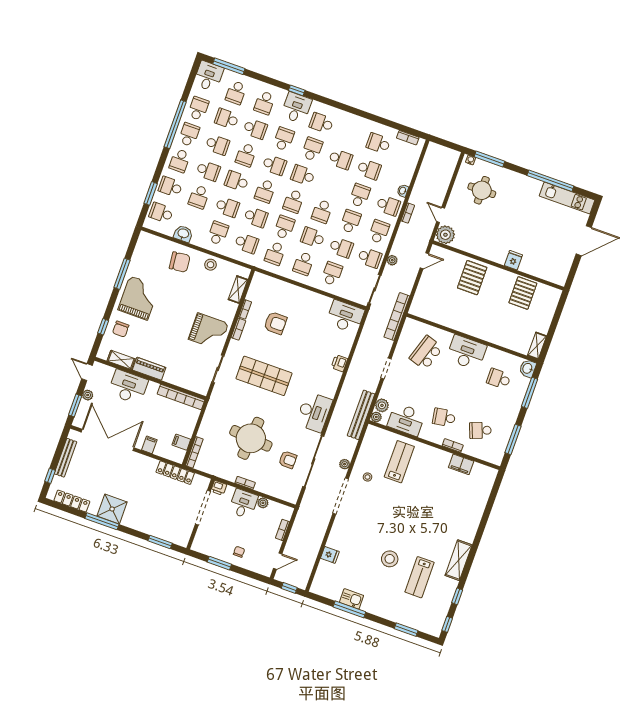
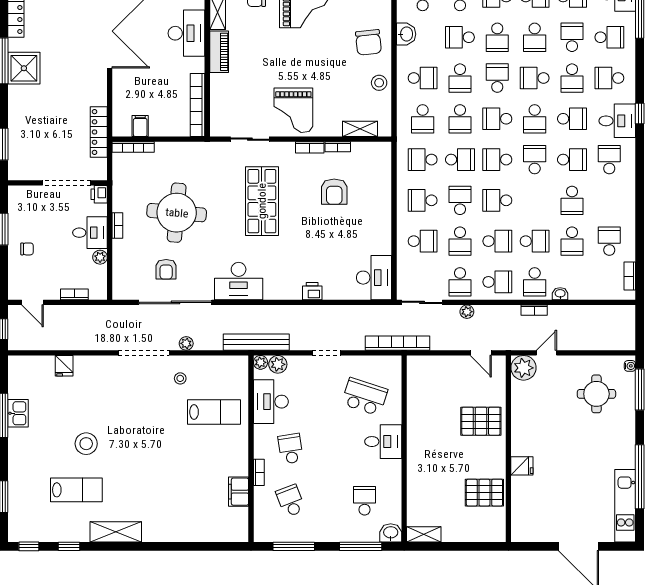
school desk: (236, 93) -> (609, 37), turned 180
desk: (466, 353) -> (383, 442), width x0.73
filing cabinet: (149, 445) -> (122, 87), removed
lab bench: (419, 577) -> (76, 490), turned 180

